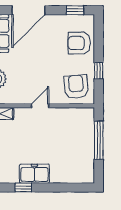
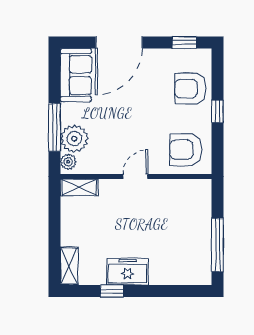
window: (99, 71) -> (217, 111), moved
armchair: (76, 87) -> (186, 150), turned -85
window: (99, 140) -> (217, 245), moved

